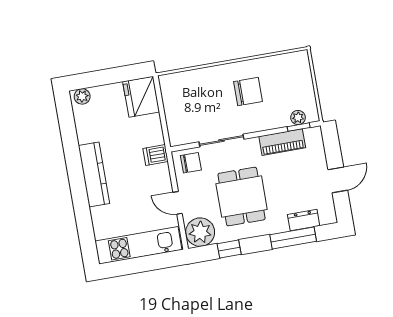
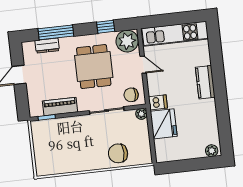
chair: (248, 91) -> (118, 153), moved
fridge: (141, 97) -> (164, 124), moved
plant: (298, 118) -> (141, 114), moved
kitchen counter: (94, 175) -> (205, 82), width x0.67

